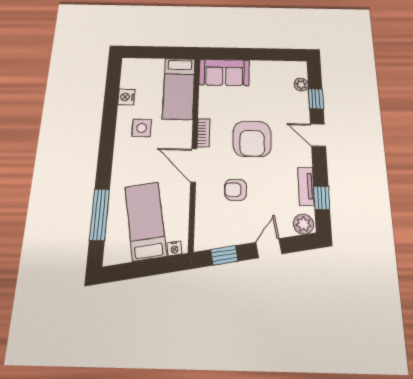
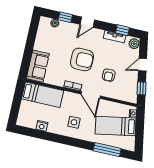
side table: (142, 128) -> (74, 122), moved
door: (194, 165) -> (91, 95), hinge flipped
door: (269, 248) -> (143, 65), hinge flipped

